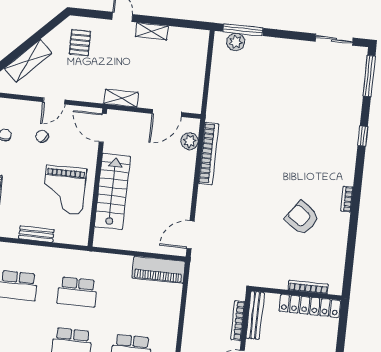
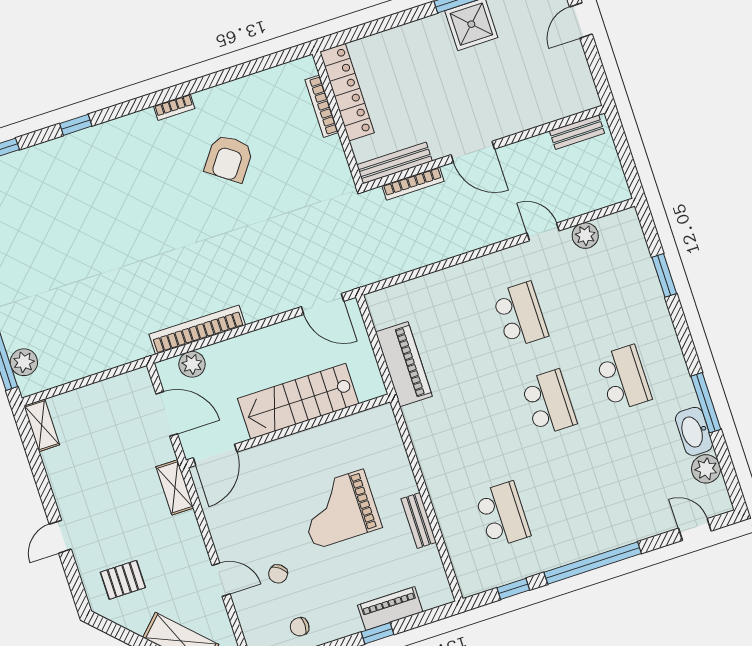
shelving: (152, 31) -> (42, 425), moved
door: (103, 128) -> (215, 455), moved
wall: (97, 178) -> (288, 431), moved
grand piano: (64, 190) -> (339, 509), turned 180
stairs: (112, 192) -> (298, 401), moved
piano: (159, 270) -> (404, 364), moved
school desk: (77, 292) -> (474, 427), removed

